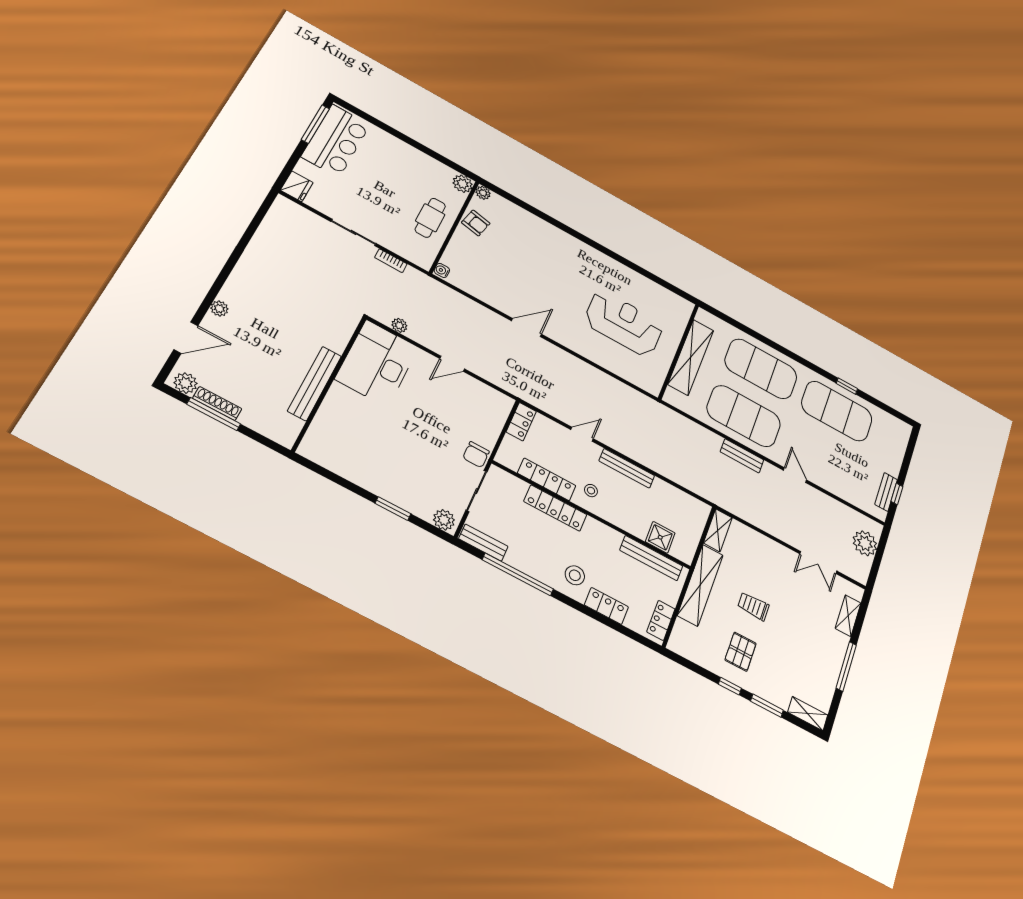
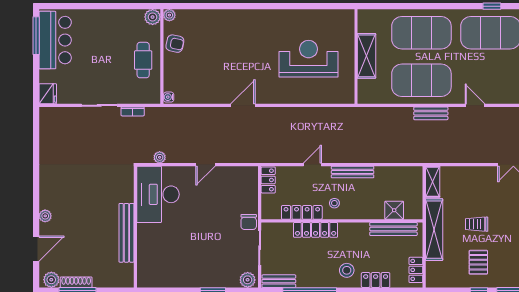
shelving: (691, 357) -> (366, 56), width x0.68

